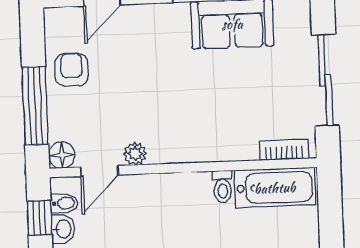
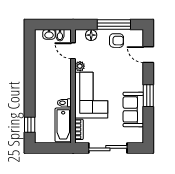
window: (35, 106) -> (114, 25), moved
corner sofa: (202, 124) -> (91, 95), added
floor lamp: (62, 155) -> (91, 35), moved
window: (40, 218) -> (54, 25), removed

